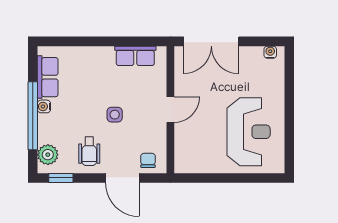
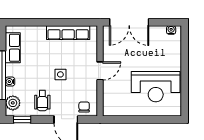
row of seats: (135, 56) -> (68, 33), width x1.48
water cooler: (44, 106) -> (10, 82), moved
reception desk: (249, 132) -> (156, 87), turned 90

